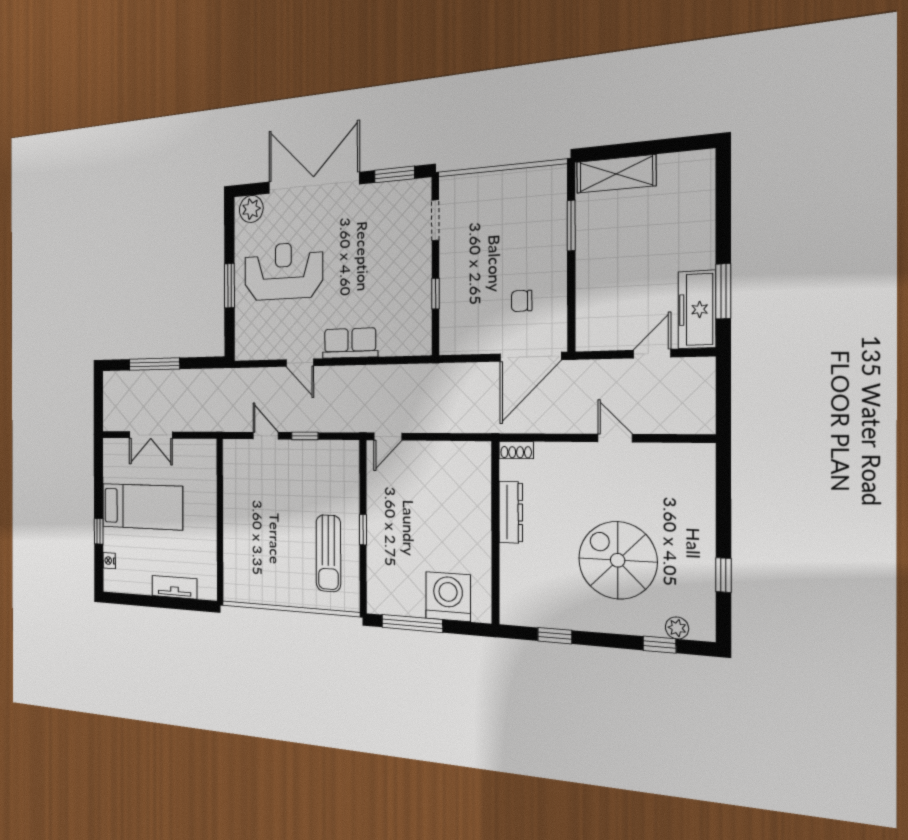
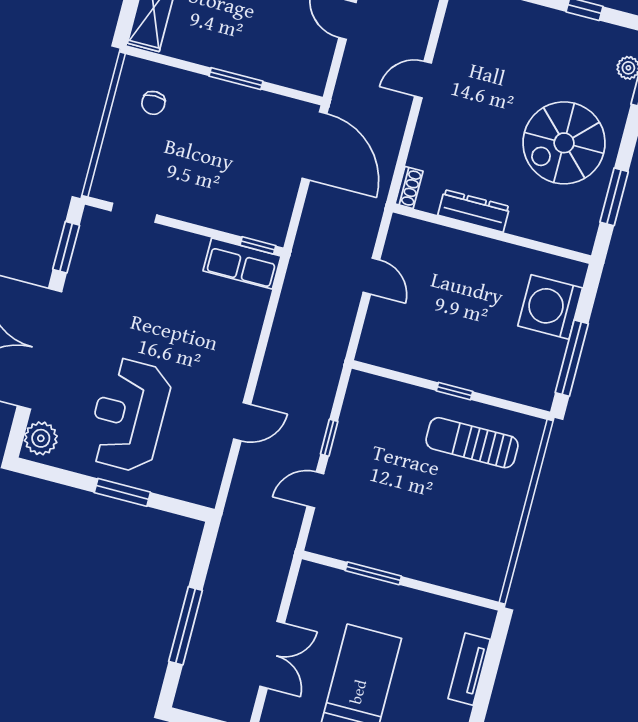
window: (571, 225) -> (236, 79), moved
window: (435, 294) -> (258, 245), moved
chair: (522, 301) -> (153, 103), moved
row of seats: (350, 343) -> (242, 263), moved, turned -90
door: (388, 437) -> (371, 276), moved
window: (220, 497) -> (373, 573), added
sun lounger: (328, 553) -> (472, 443), turned 180
spiral stairs: (618, 560) -> (564, 143), moved
window: (555, 636) -> (614, 197), width x1.50

